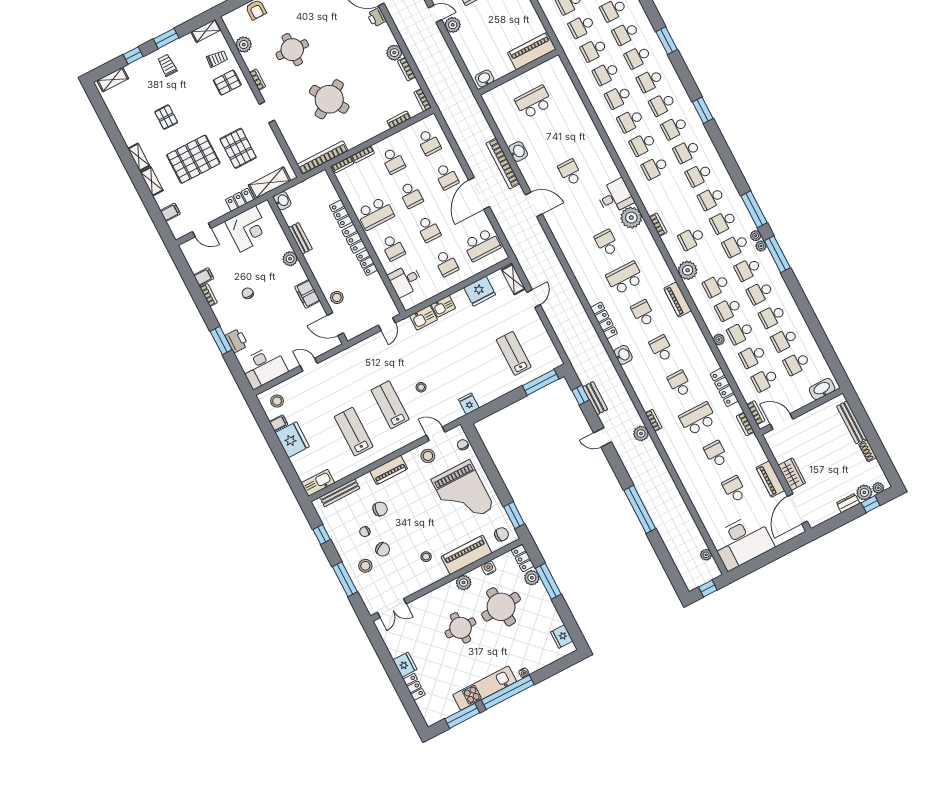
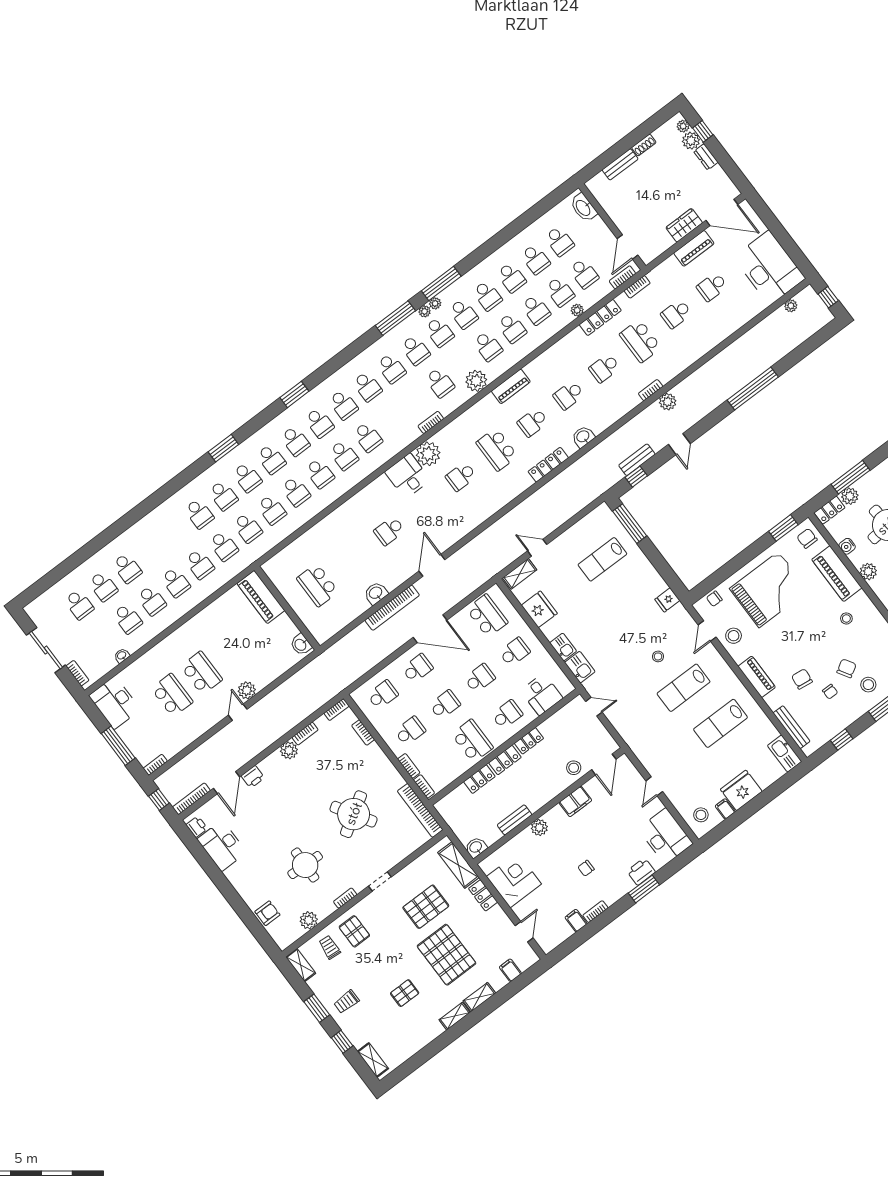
plant: (719, 339) -> (577, 310), moved
bench: (852, 422) -> (620, 164), width x0.73

